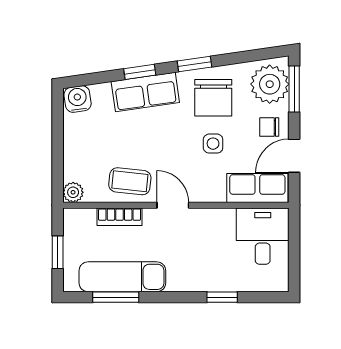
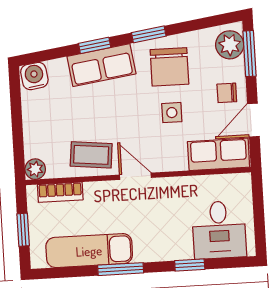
plant: (270, 84) -> (230, 45), width x0.73, depth x0.73
bookcase: (120, 217) -> (60, 192), moved
desk: (263, 236) -> (219, 230), moved, turned 180
window: (116, 297) -> (121, 269), moved

